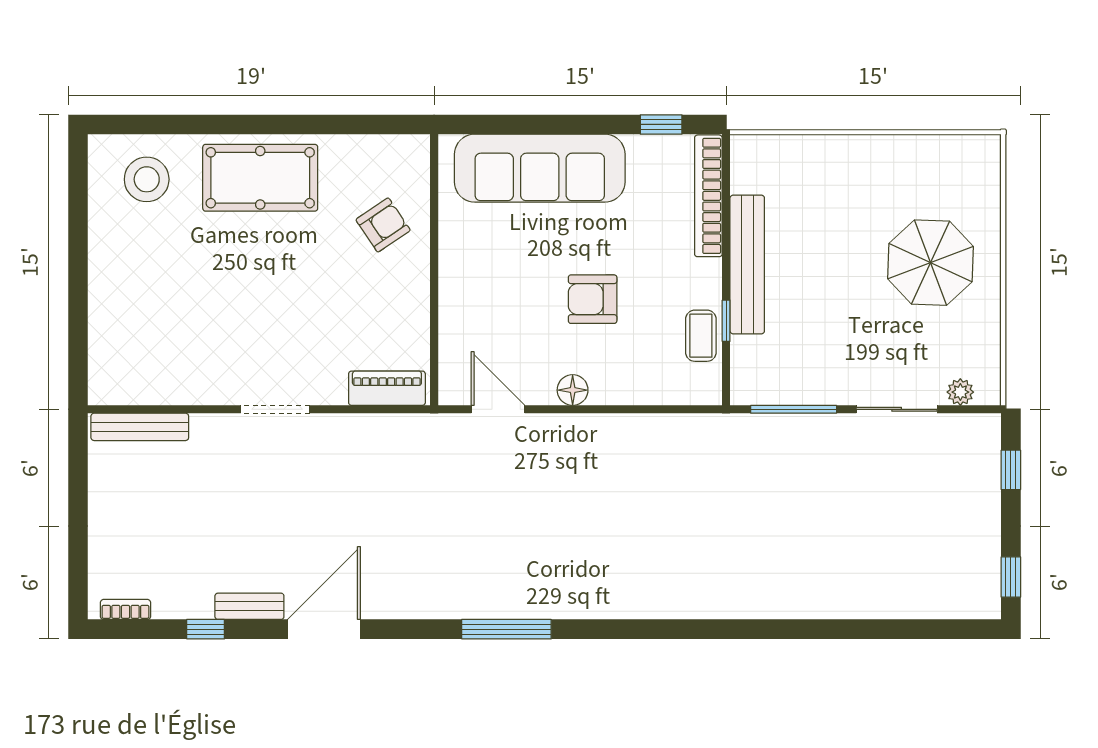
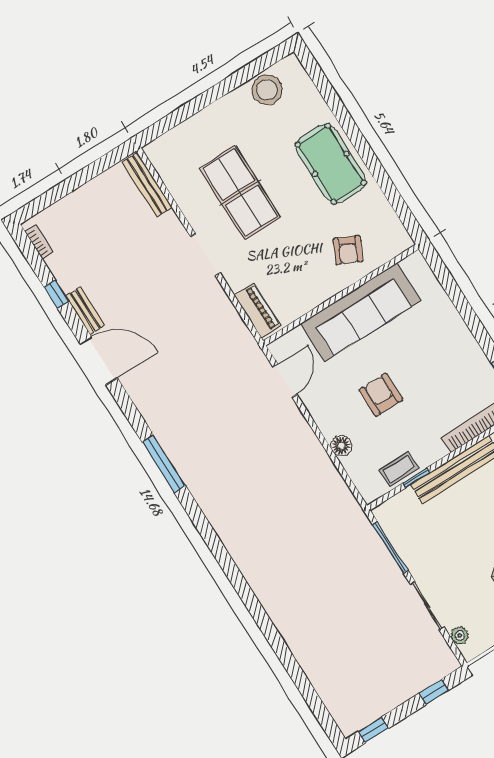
sofa: (540, 168) -> (361, 312), moved, turned -90
stool: (147, 179) -> (267, 90), moved
armchair: (383, 225) -> (348, 250), turned 60
table tennis table: (224, 316) -> (240, 193), added
floor lamp: (573, 390) -> (341, 446), moved

